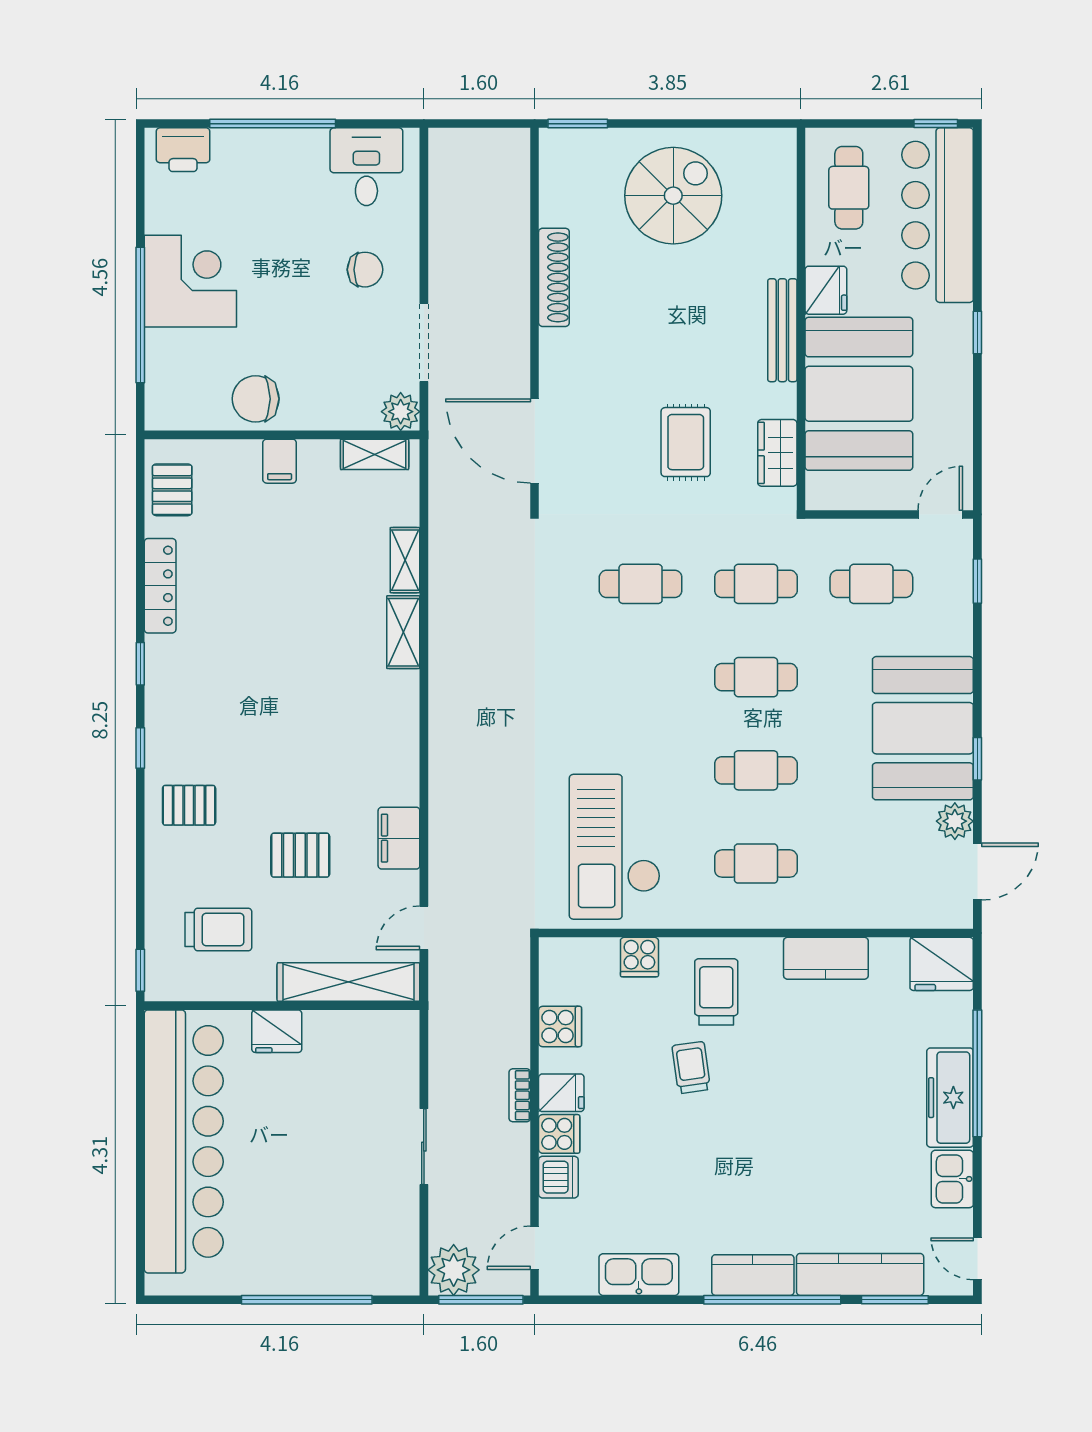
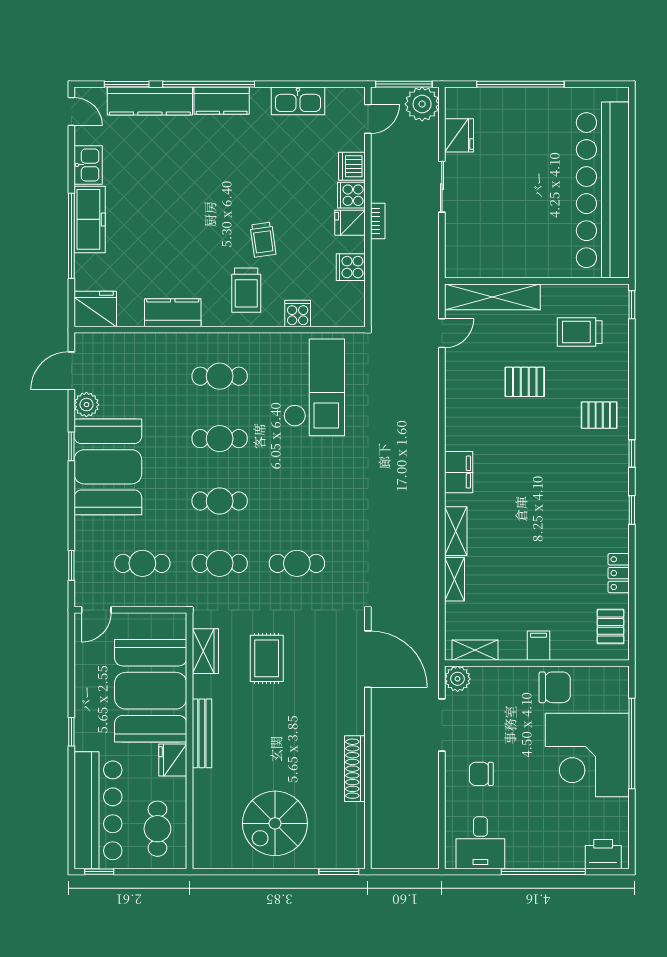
corner desk: (190, 281) -> (587, 755), width x1.36, depth x1.36
locker: (160, 586) -> (619, 573), width x0.66
filing cabinet: (399, 838) -> (459, 472), moved
fridge: (277, 1031) -> (459, 135), moved, turned 90

